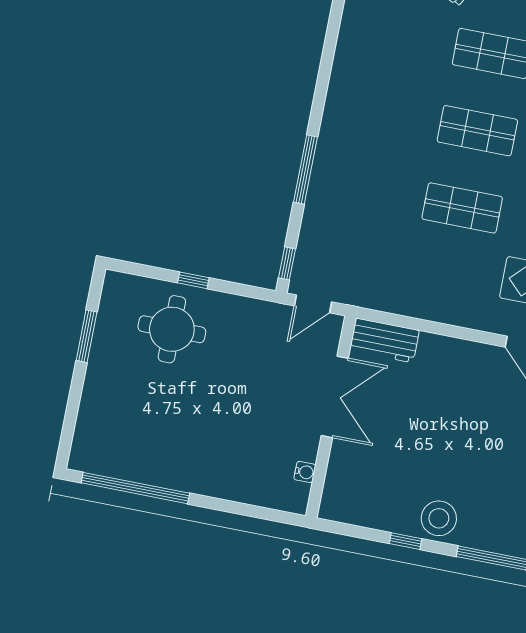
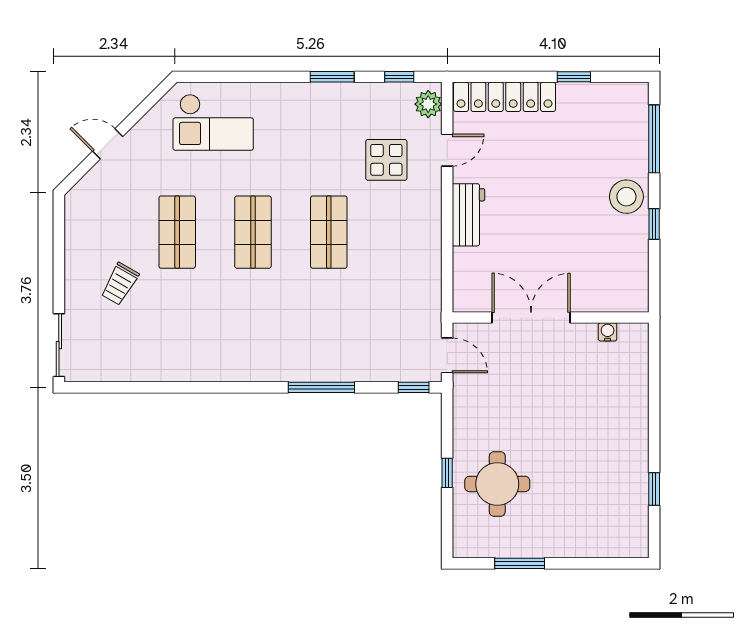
workbench: (384, 340) -> (468, 215), moved
window: (135, 488) -> (654, 489), width x0.32

